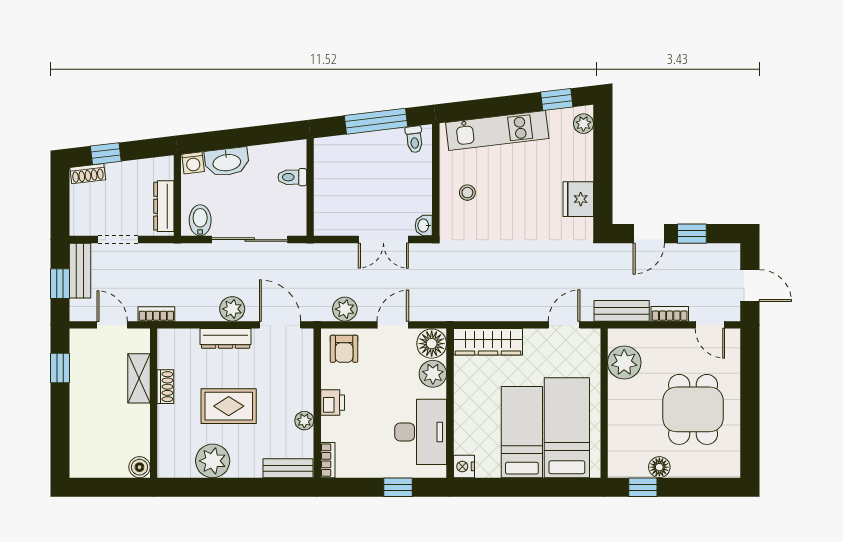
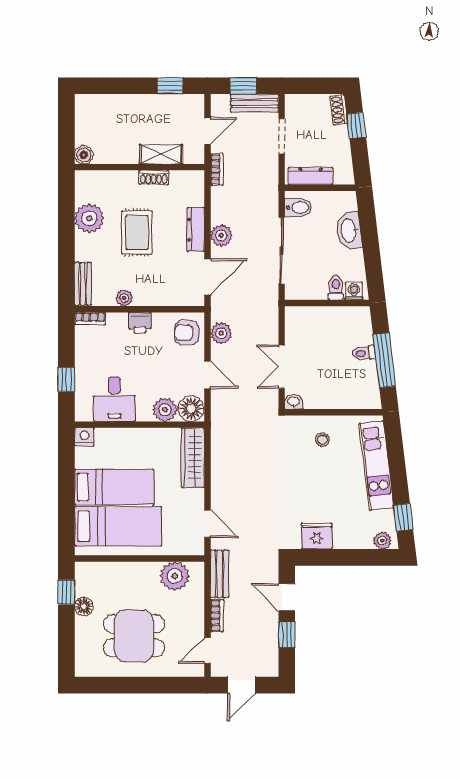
toilet: (414, 139) -> (364, 353), moved
washing machine: (193, 163) -> (354, 291), moved, turned 97
desk: (421, 432) -> (114, 399), width x0.73

